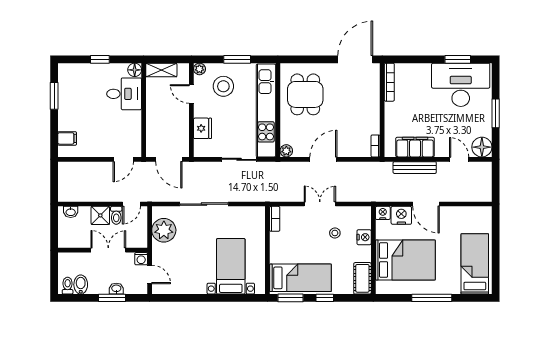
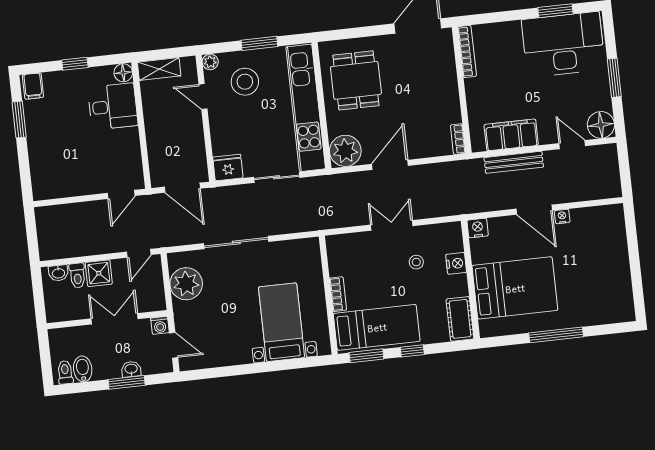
fridge: (203, 128) -> (228, 168), moved, turned -90
filing cabinet: (67, 138) -> (33, 86), moved, turned 90
plant: (286, 151) -> (345, 151), width x1.88, depth x1.88
toilet: (116, 215) -> (77, 275), moved
nightstand: (401, 215) -> (562, 216), moved, width x0.53, depth x0.56
bookcase: (275, 219) -> (338, 294), moved
bed: (475, 264) -> (609, 283), removed

